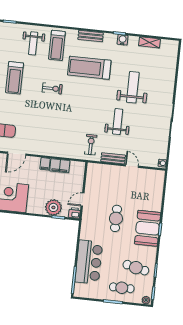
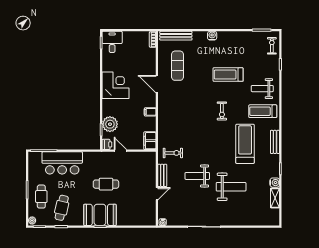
water cooler: (123, 40) -> (275, 183), moved
weight bench: (118, 122) -> (197, 176), turned 180
filing cabinet: (60, 166) -> (150, 141), moved

